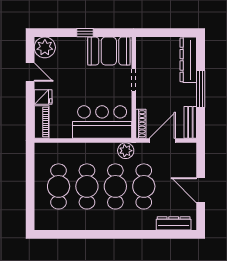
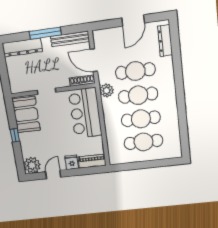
bench: (190, 122) -> (70, 39), width x1.36

